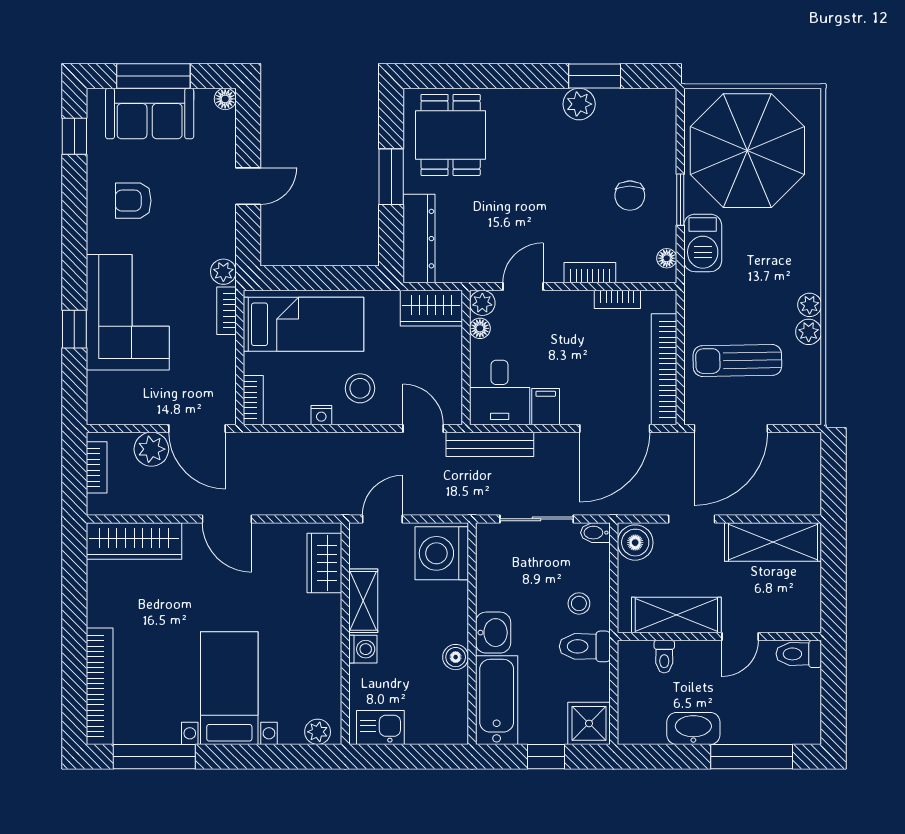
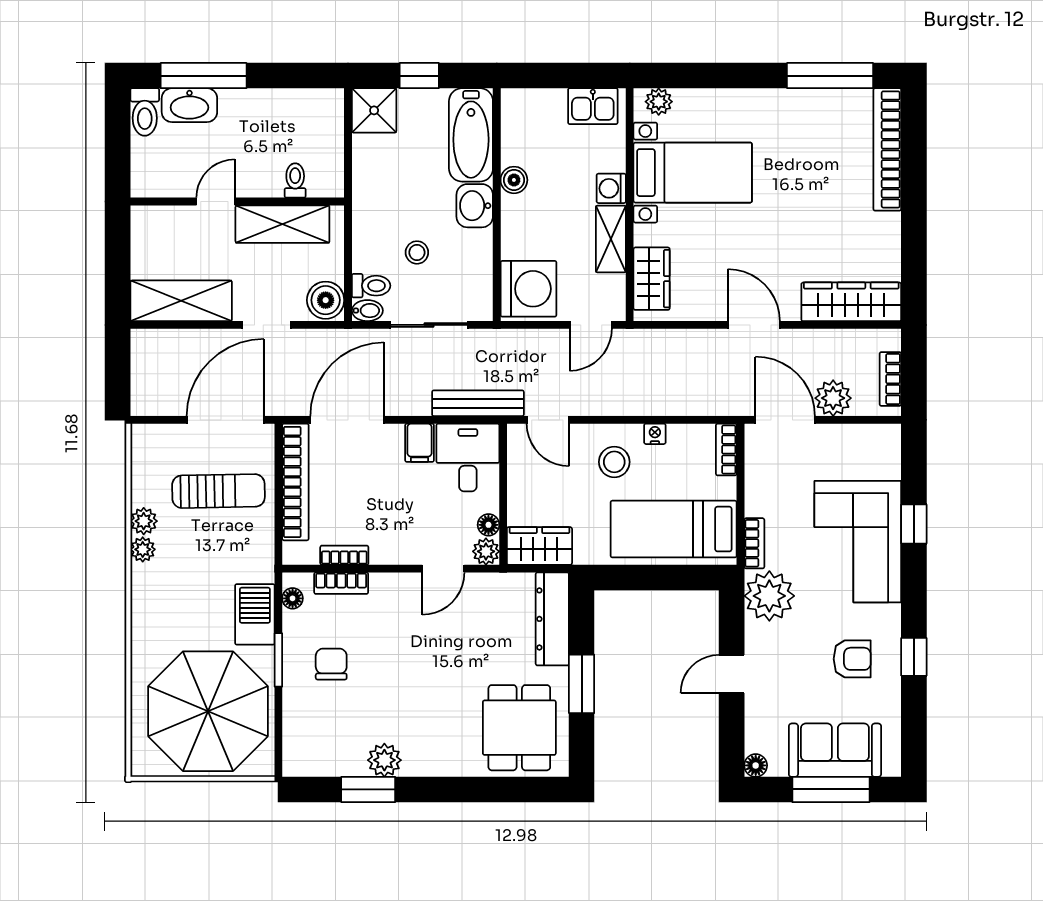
window: (74, 136) -> (914, 657), moved
plant: (223, 272) -> (769, 596), width x1.88, depth x1.88
bookcase: (590, 273) -> (341, 583), moved
stool: (579, 603) -> (417, 252), moved
toilet: (585, 646) -> (371, 286), moved, width x0.73, depth x0.72
toilet: (799, 654) -> (145, 112), moved, turned 90
bed with nightstands: (229, 688) -> (693, 173), moved, turned -90
washbasin: (693, 728) -> (189, 105), moved

